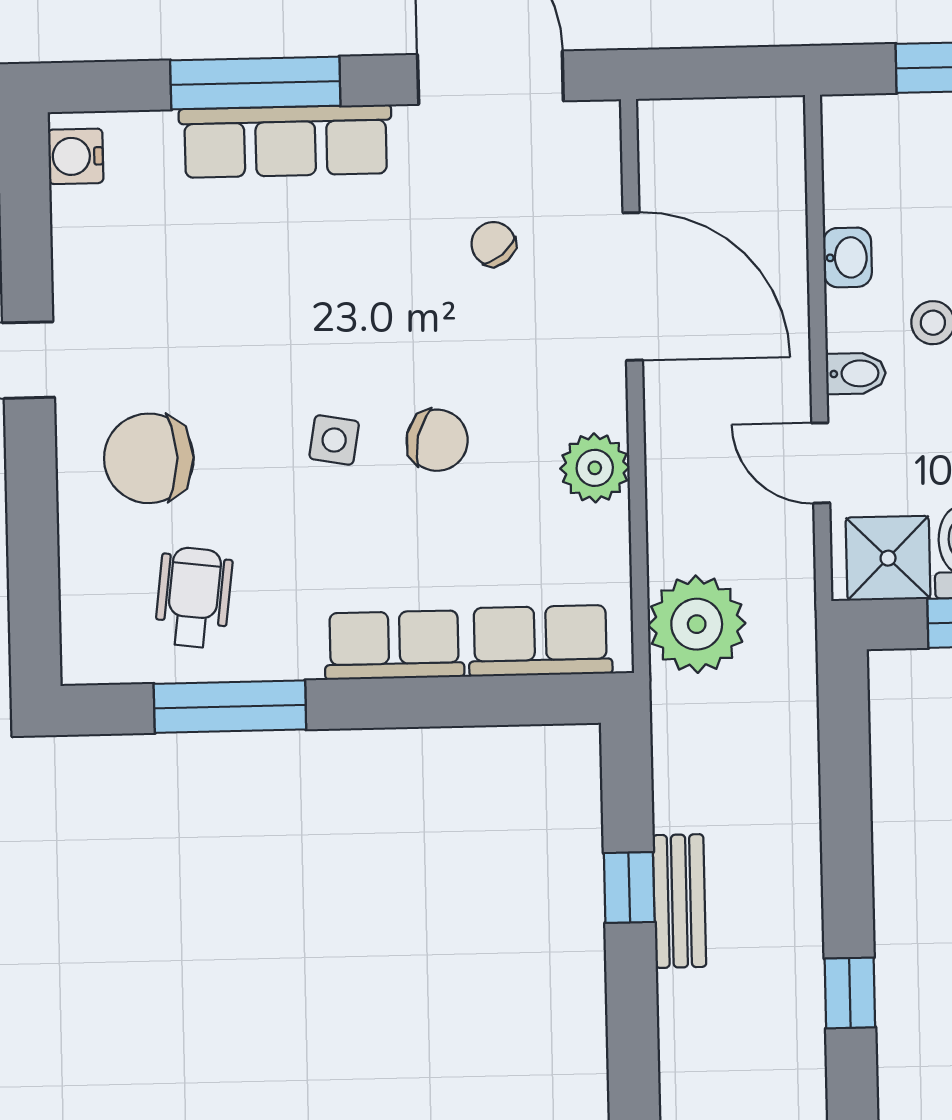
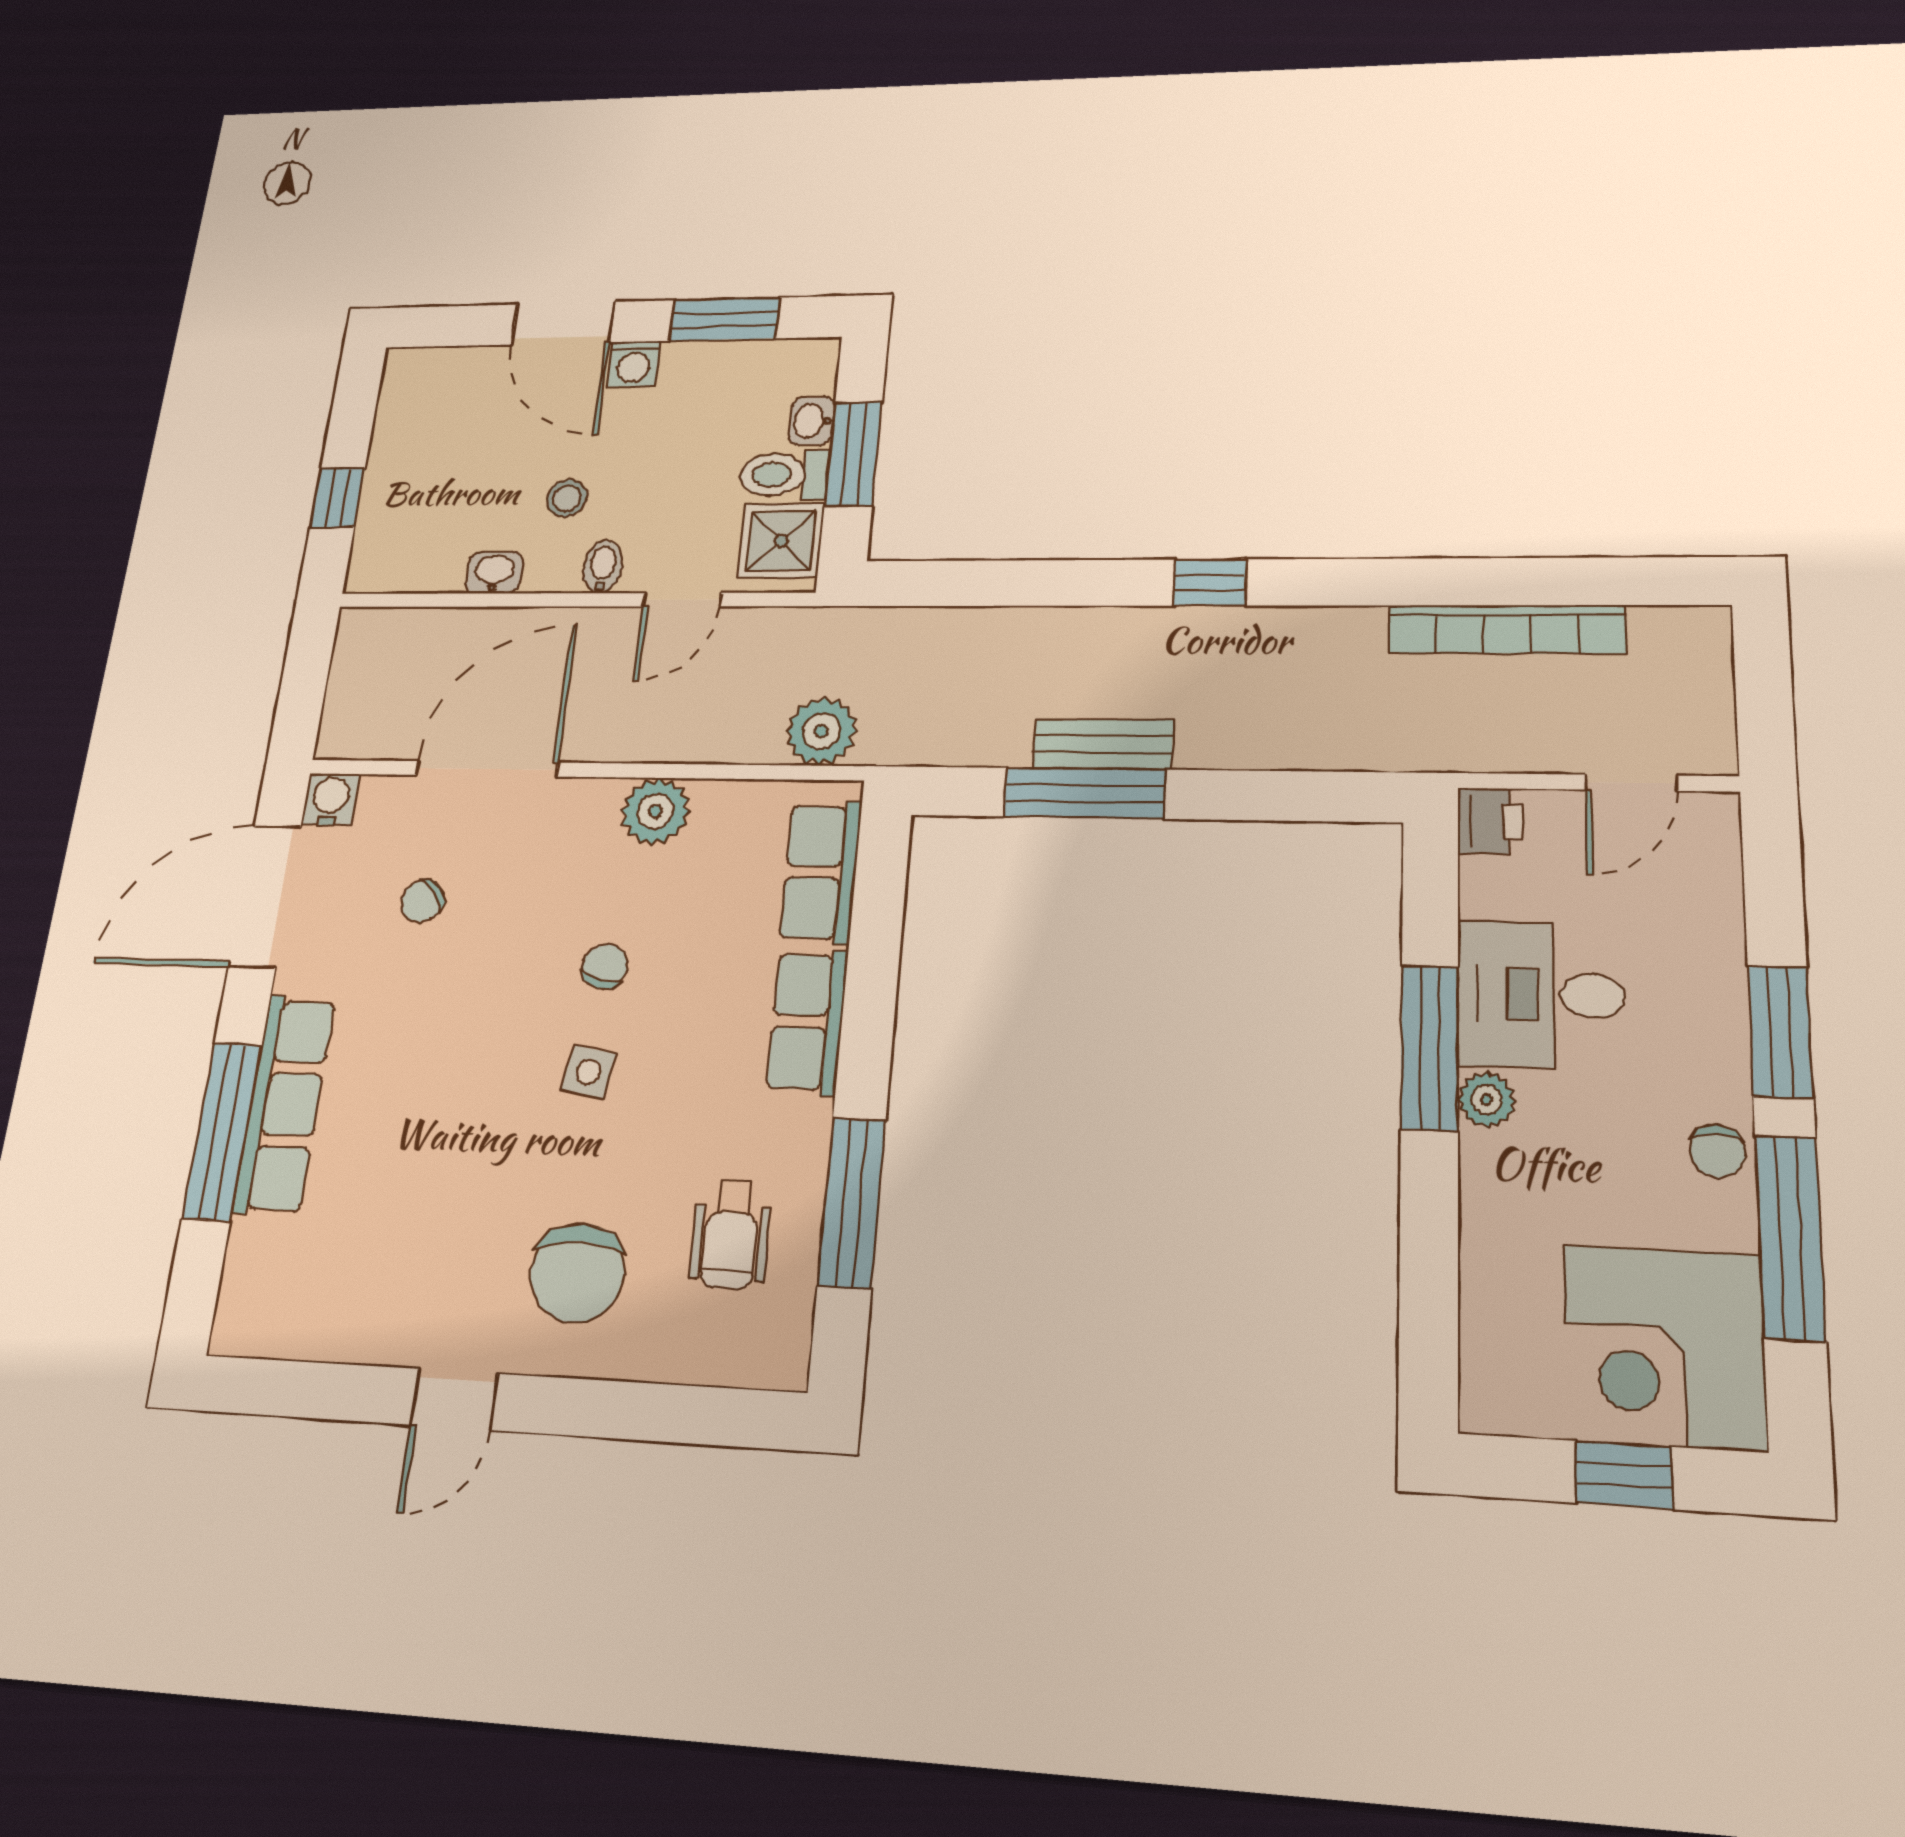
water cooler: (76, 156) -> (331, 799), moved, turned 180
chair: (437, 440) -> (605, 966), width x0.73, depth x0.73
wheelchair: (194, 598) -> (731, 1234), turned -97
plant: (697, 624) -> (822, 731), width x0.73, depth x0.73
window: (629, 887) -> (1084, 793), width x2.17

